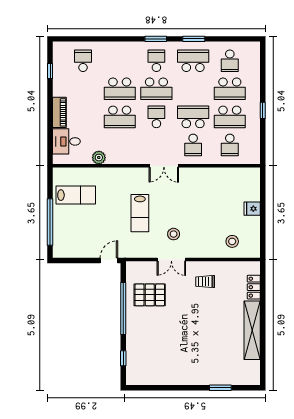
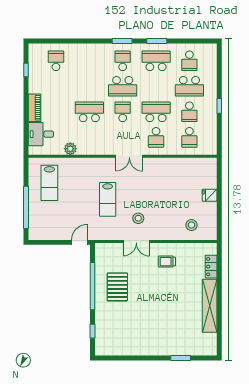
school desk: (120, 89) -> (89, 86), removed
school desk: (120, 117) -> (89, 112), turned 180
school desk: (230, 117) -> (189, 112), width x0.54
lab bench: (76, 195) -> (49, 183), turned 90
pallet: (150, 295) -> (117, 287), moved, turned 90

